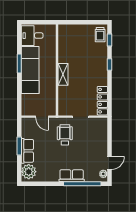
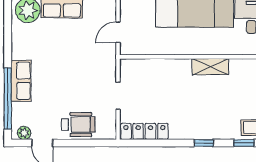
shelving: (63, 74) -> (210, 67), moved
wheelchair: (65, 135) -> (78, 125), moved

